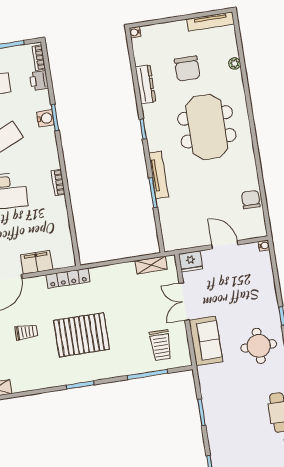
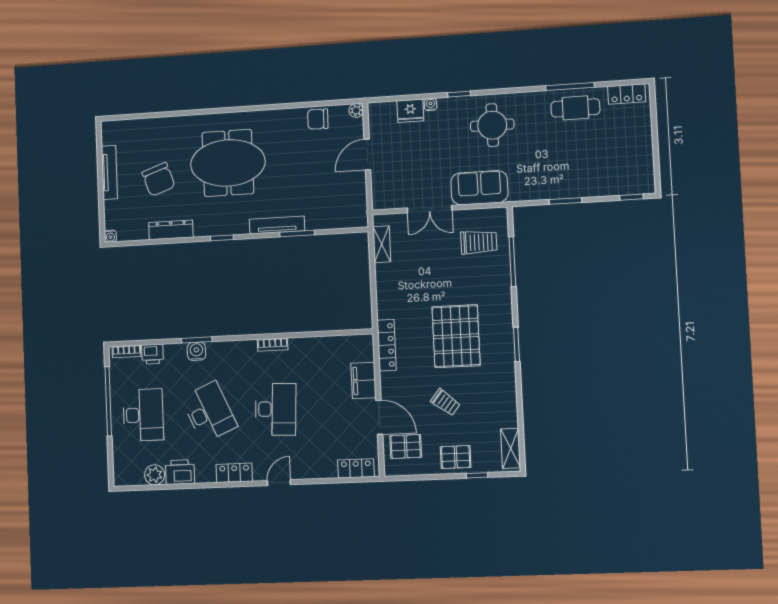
tv unit: (211, 22) -> (109, 172), moved
plant: (235, 63) -> (356, 110), moved
chair: (187, 69) -> (159, 179), turned 71
water cooler: (264, 246) -> (430, 104), moved
fridge: (191, 261) -> (410, 111), moved, turned 90
trolley: (26, 332) -> (445, 402), turned 128

